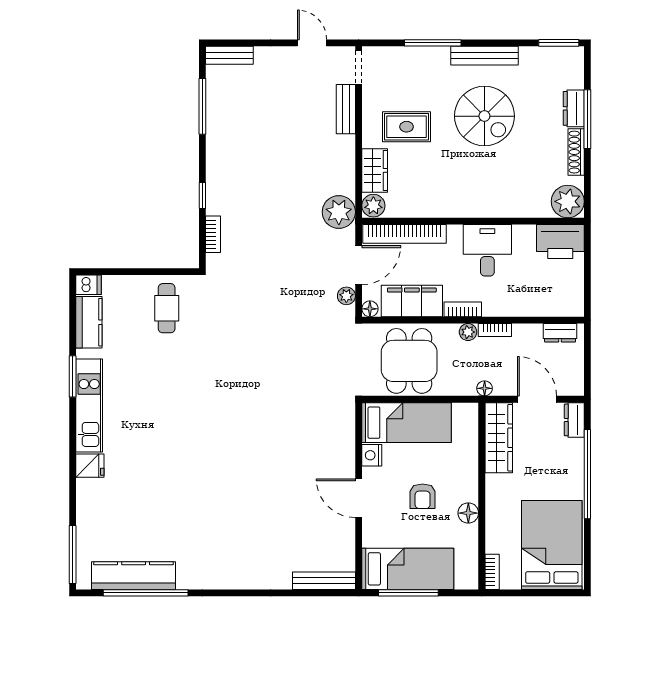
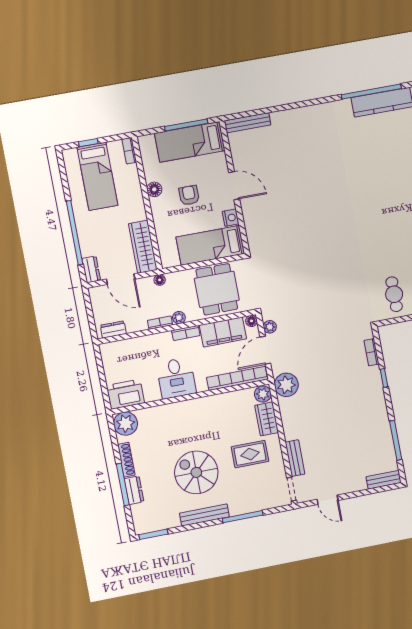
bed: (552, 545) -> (97, 176), width x0.67
window: (546, 593) -> (88, 143), added

